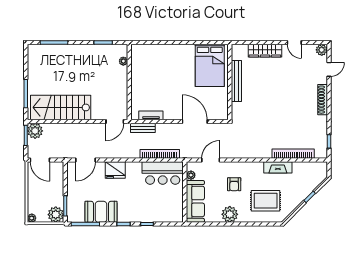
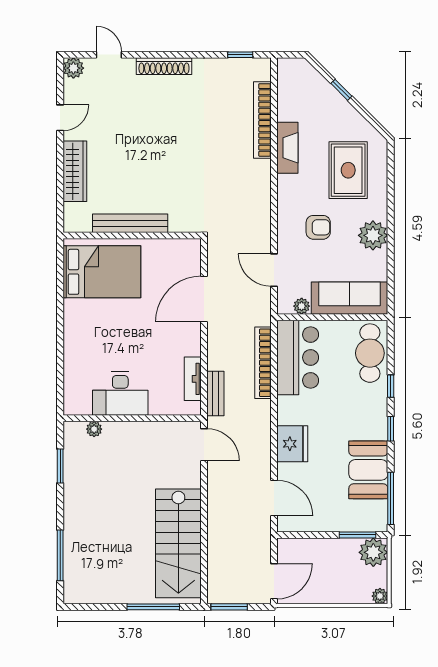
desk: (143, 76) -> (120, 394), added
plant: (35, 131) -> (221, 590), removed
cafe table: (165, 213) -> (370, 353), added

